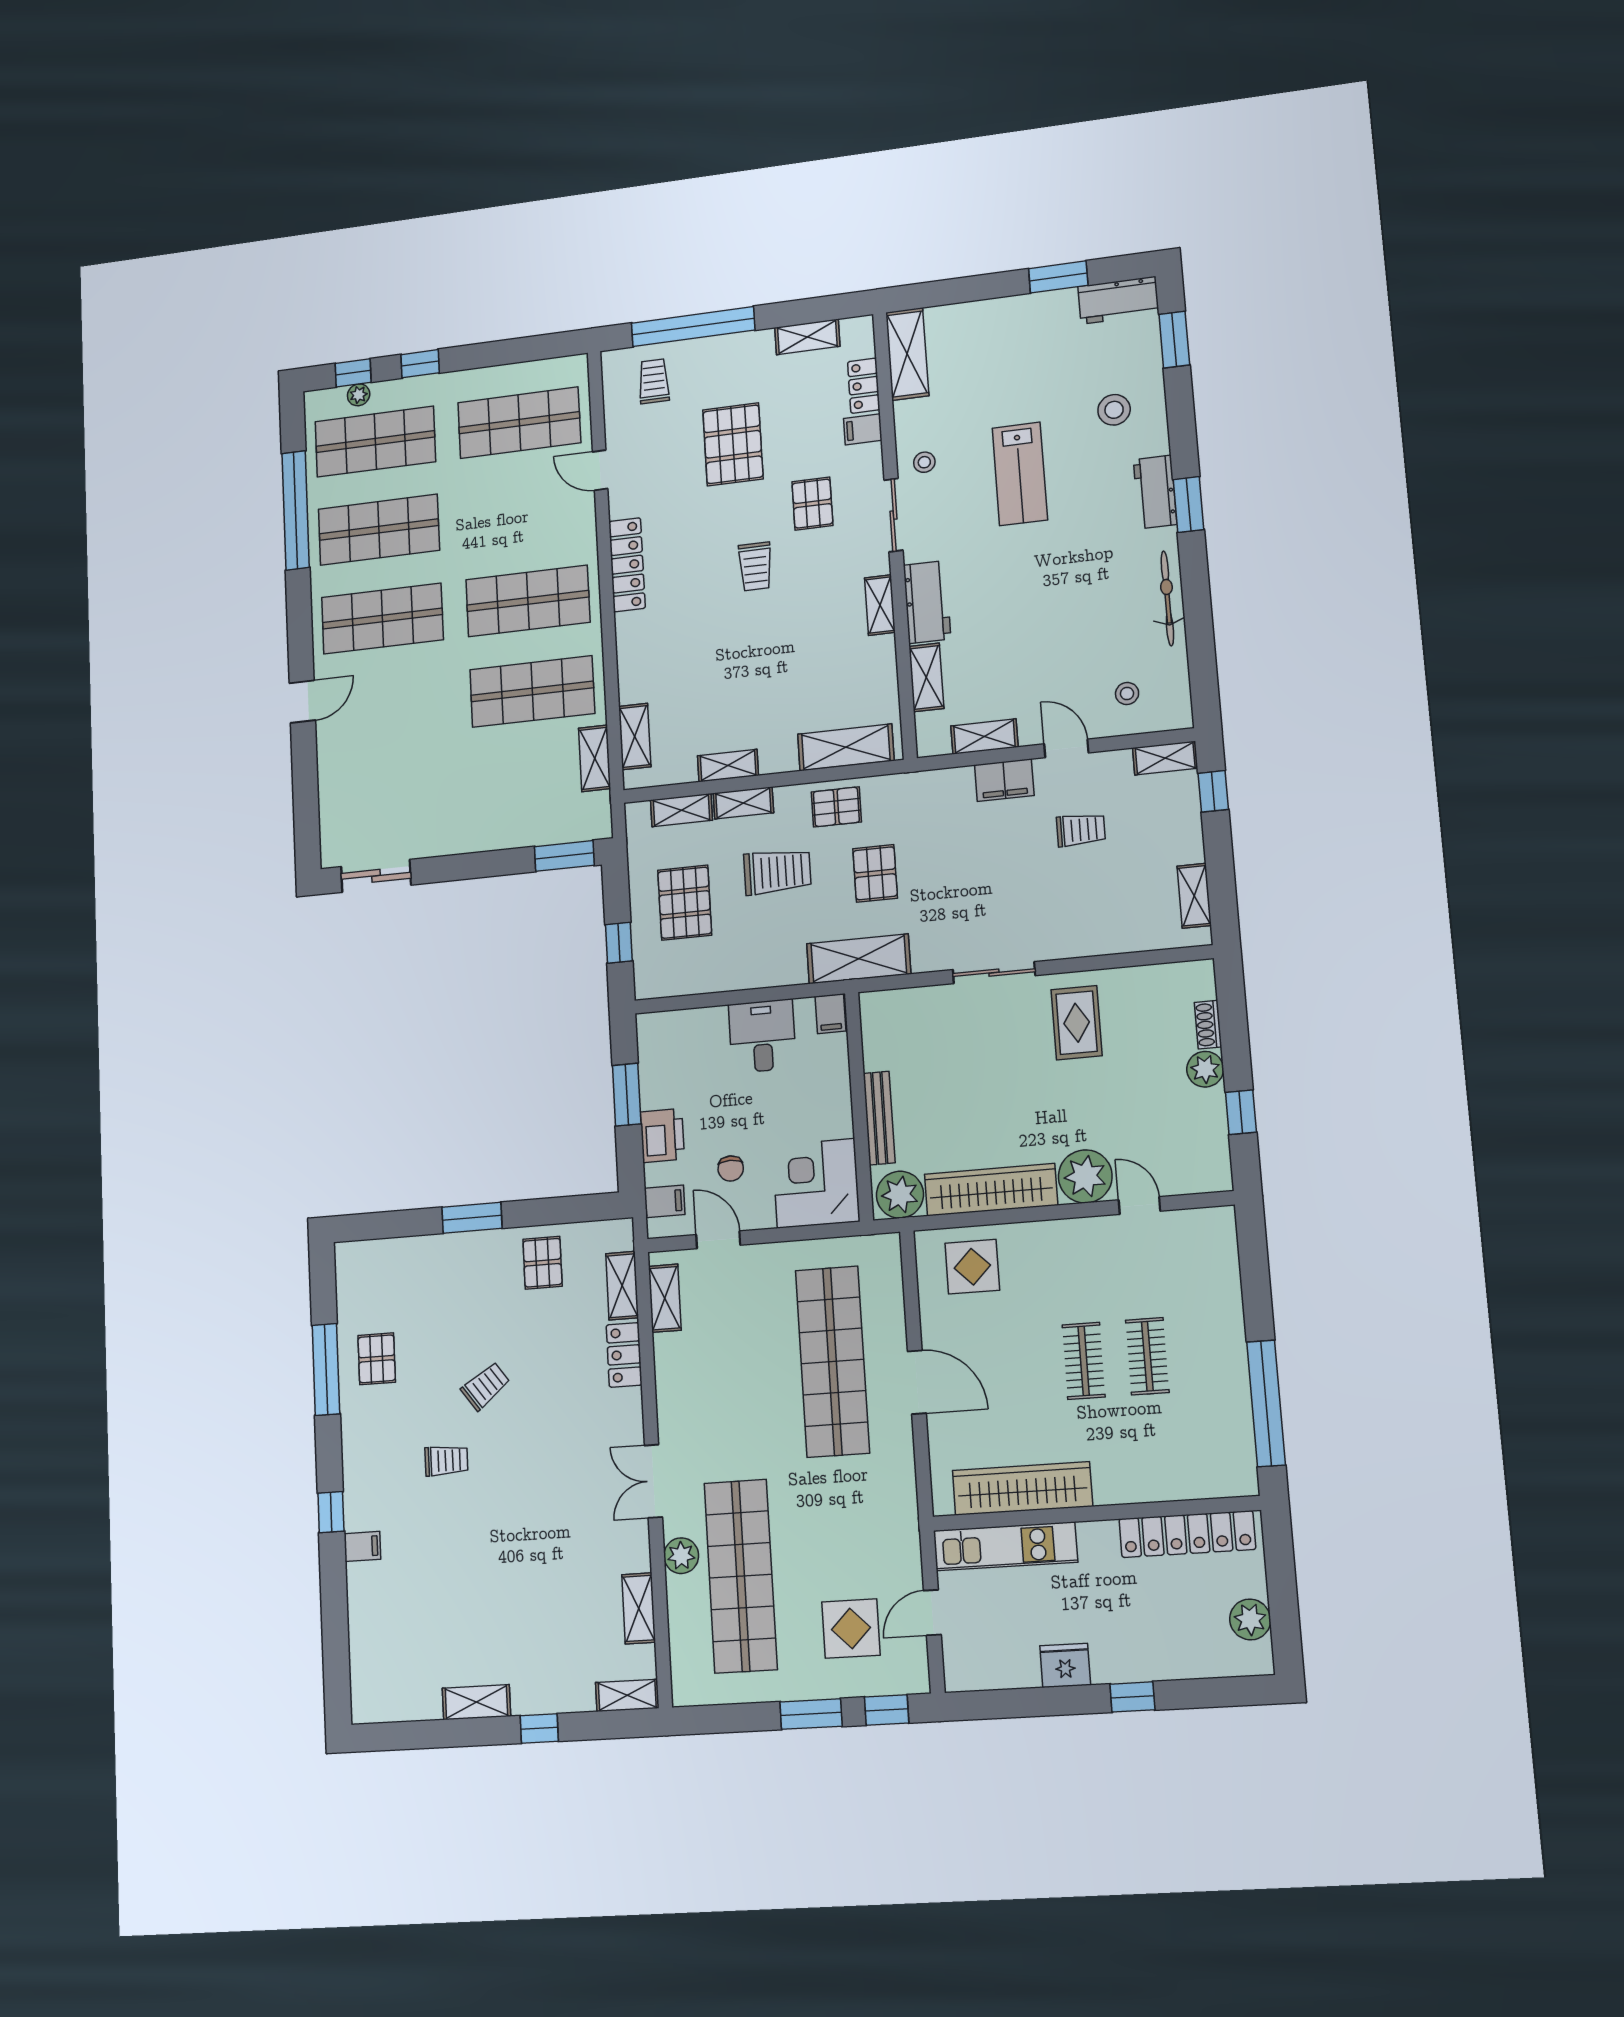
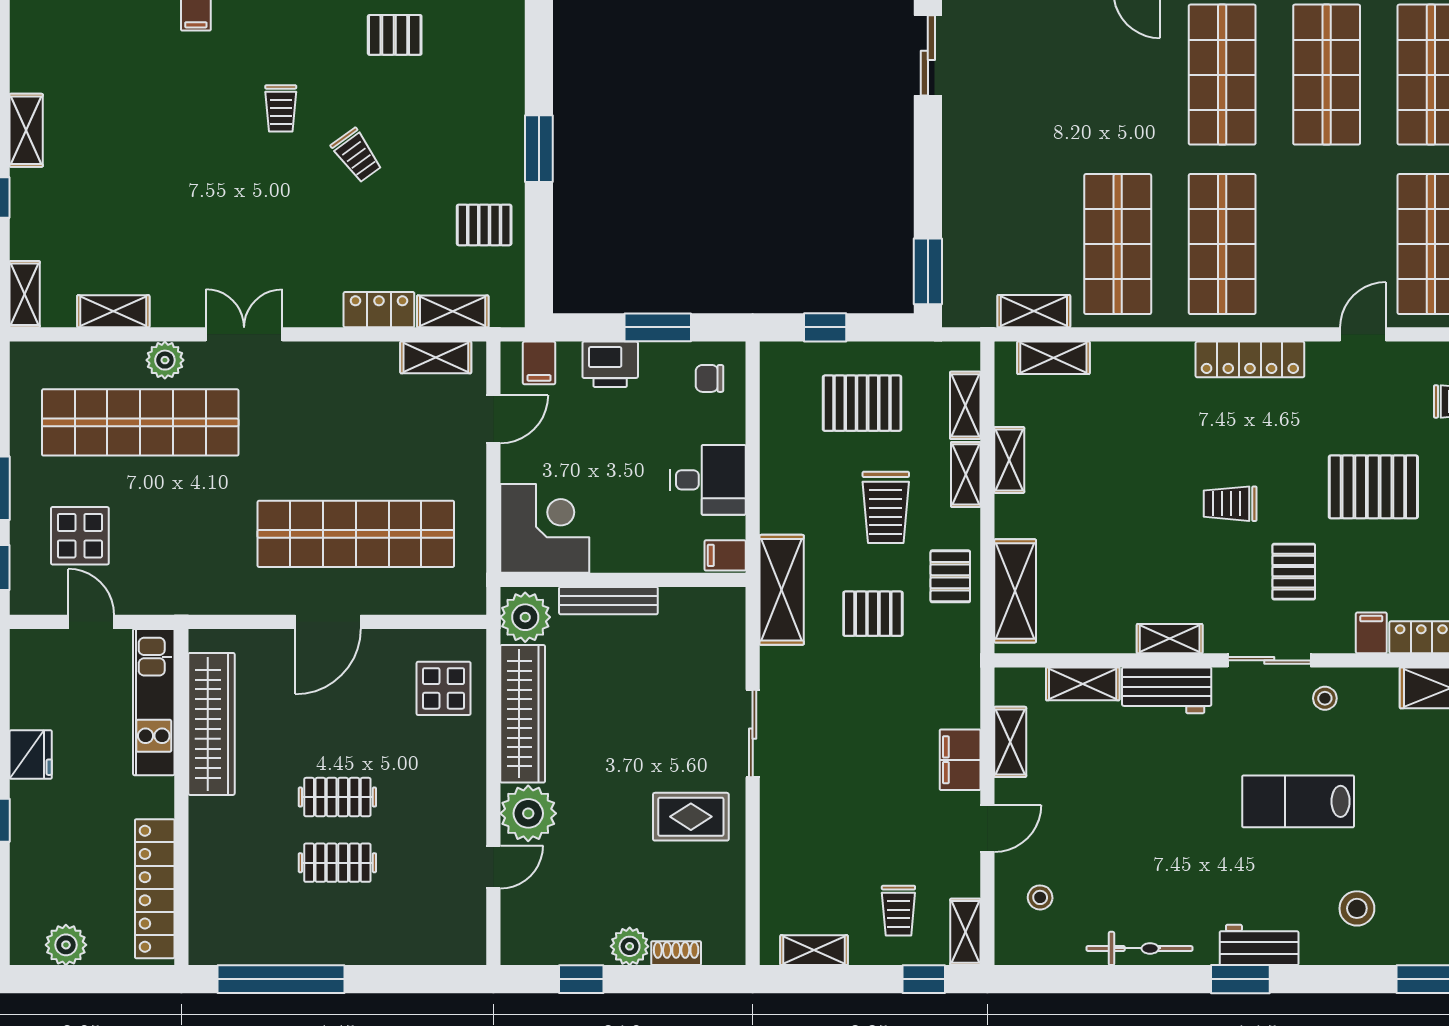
pallet: (812, 504) -> (1294, 572), turned 90
trolley: (1081, 830) -> (898, 911), moved
chair: (731, 1169) -> (709, 378), moved

